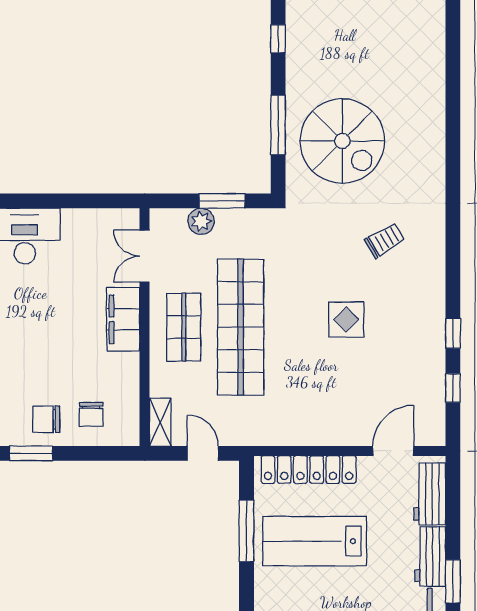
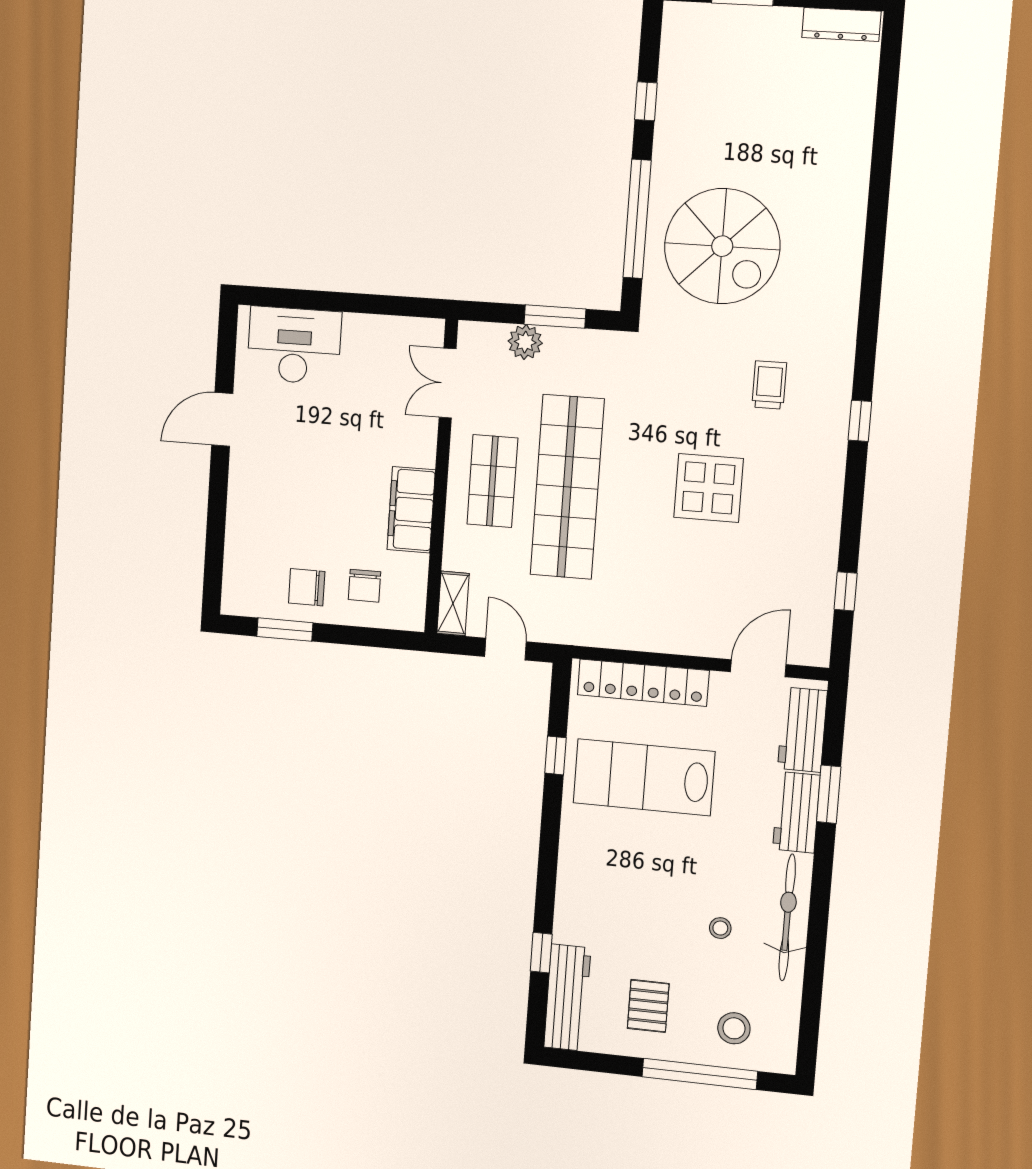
window: (278, 125) -> (637, 219), width x1.46
trolley: (385, 240) -> (769, 385), turned -59
filing cabinet: (123, 319) -> (411, 510), moved
display table: (346, 320) -> (709, 488), width x1.36, depth x1.36
window: (453, 333) -> (860, 421), moved
window: (247, 531) -> (555, 755), width x0.46
window: (453, 581) -> (829, 794), moved

